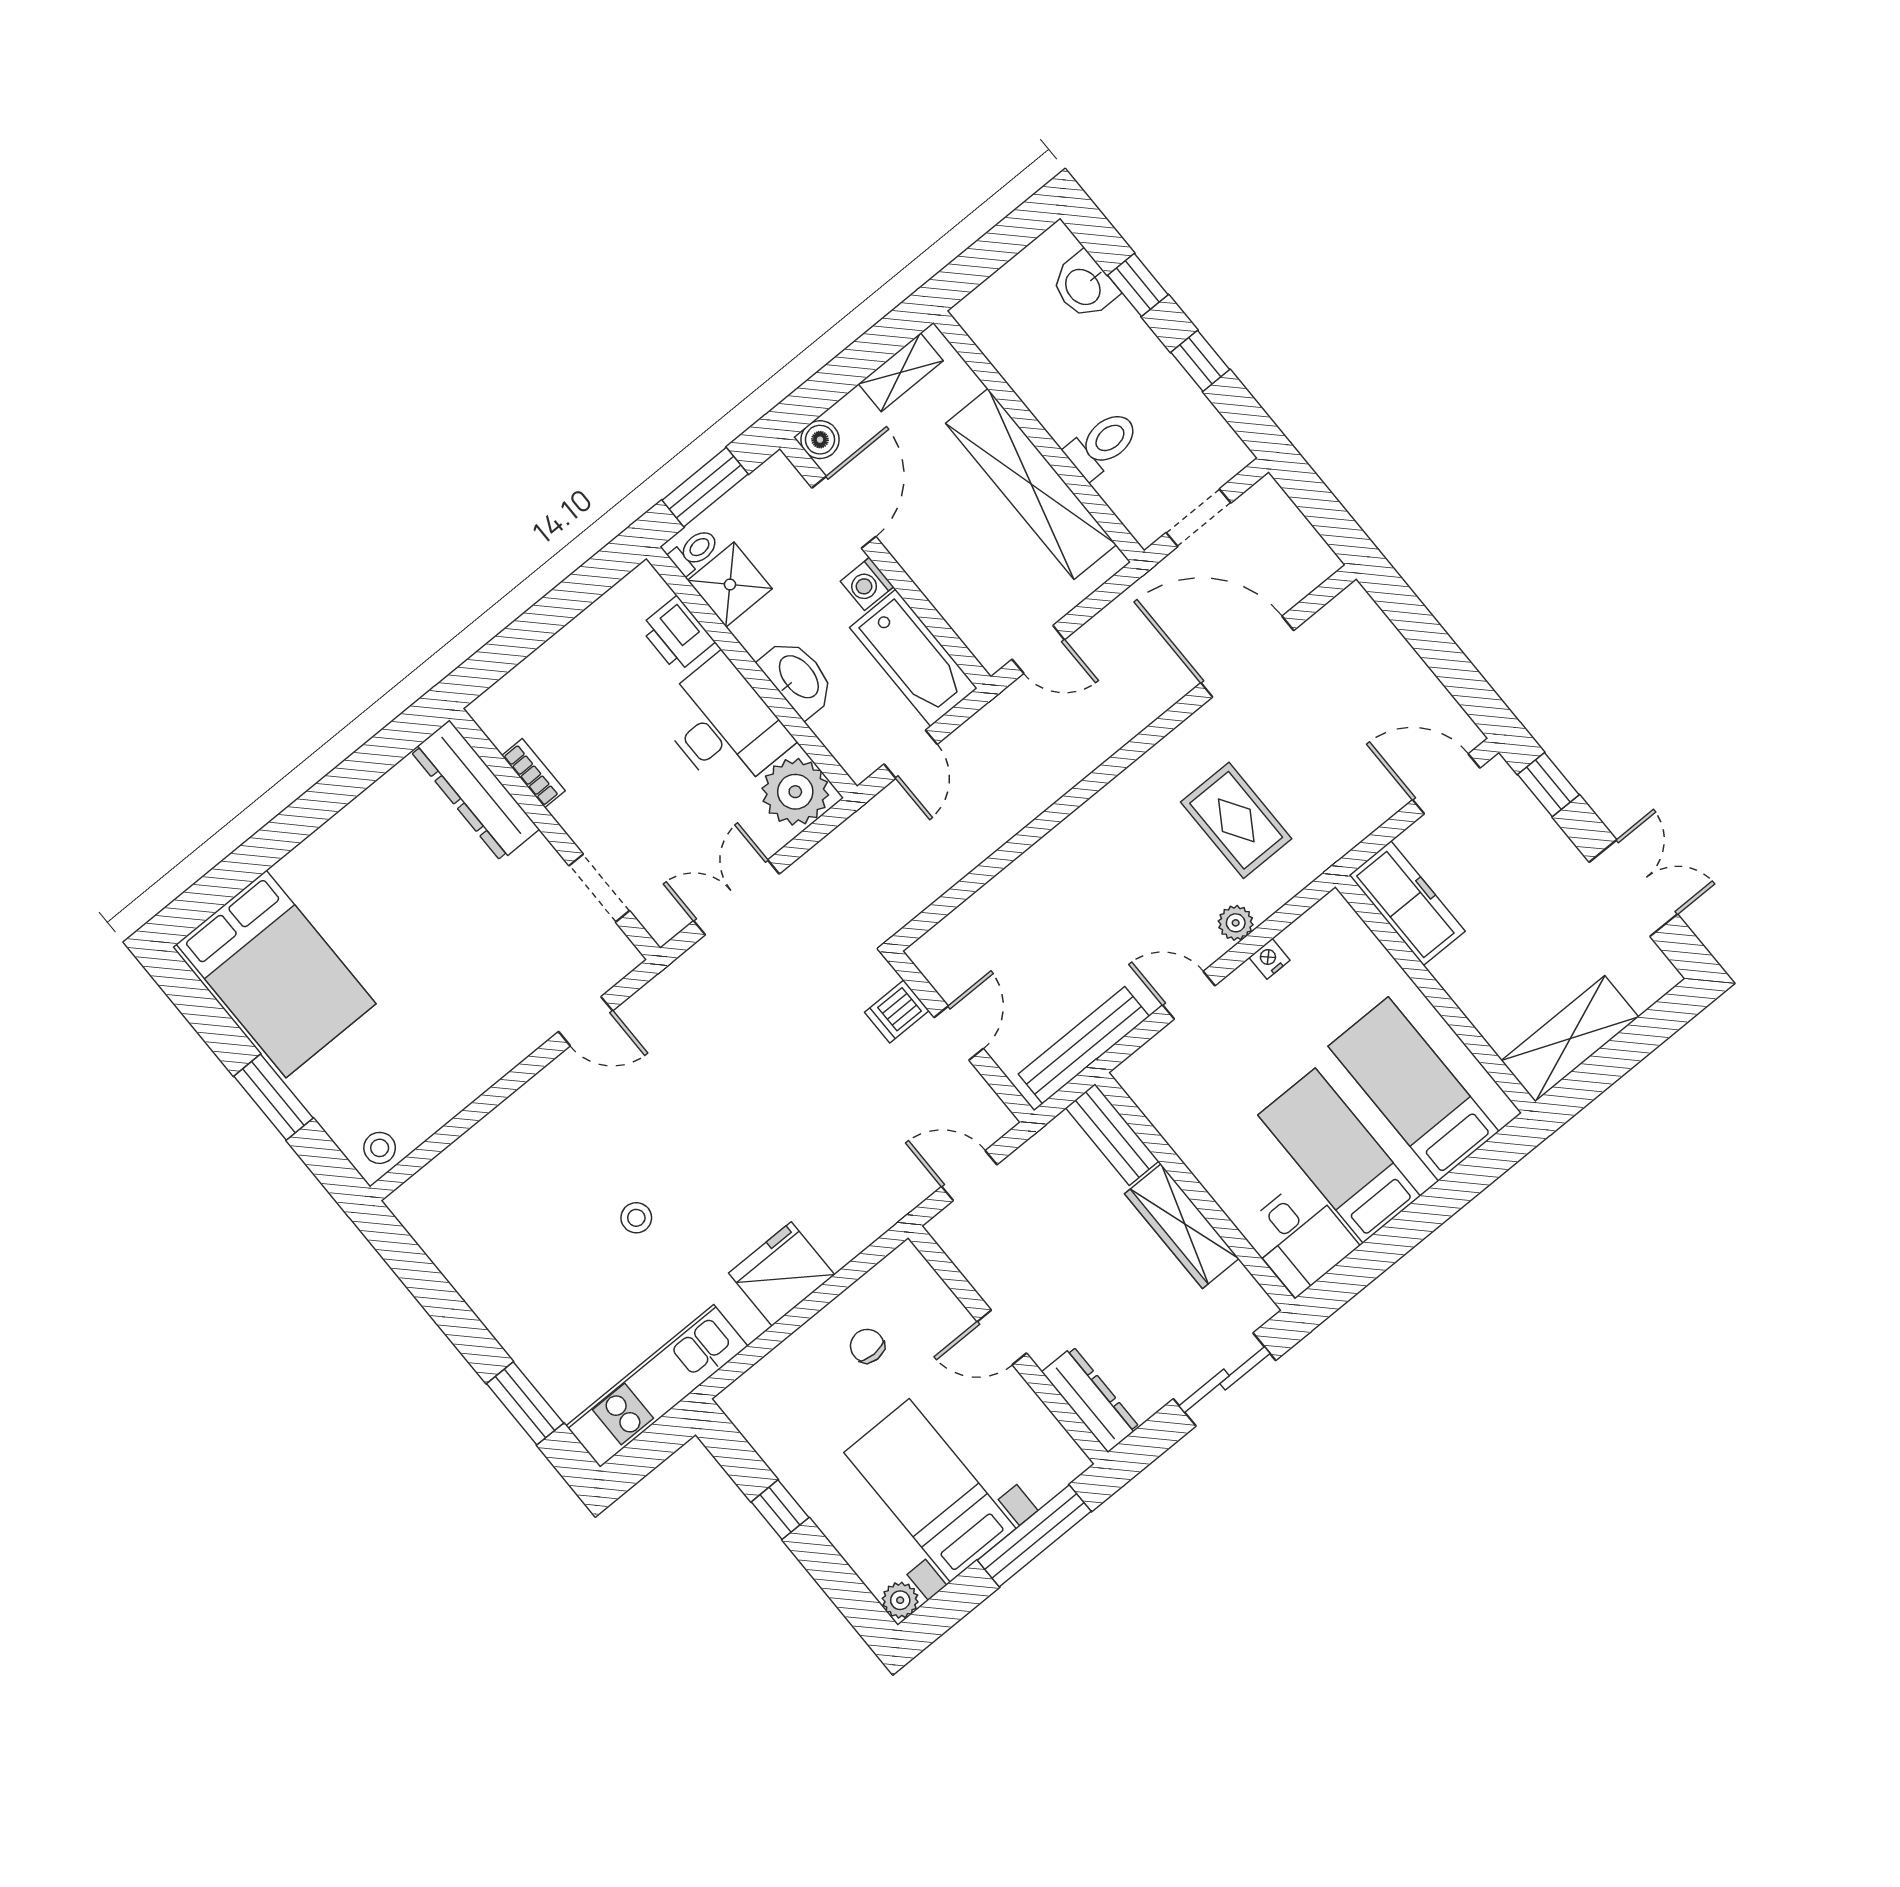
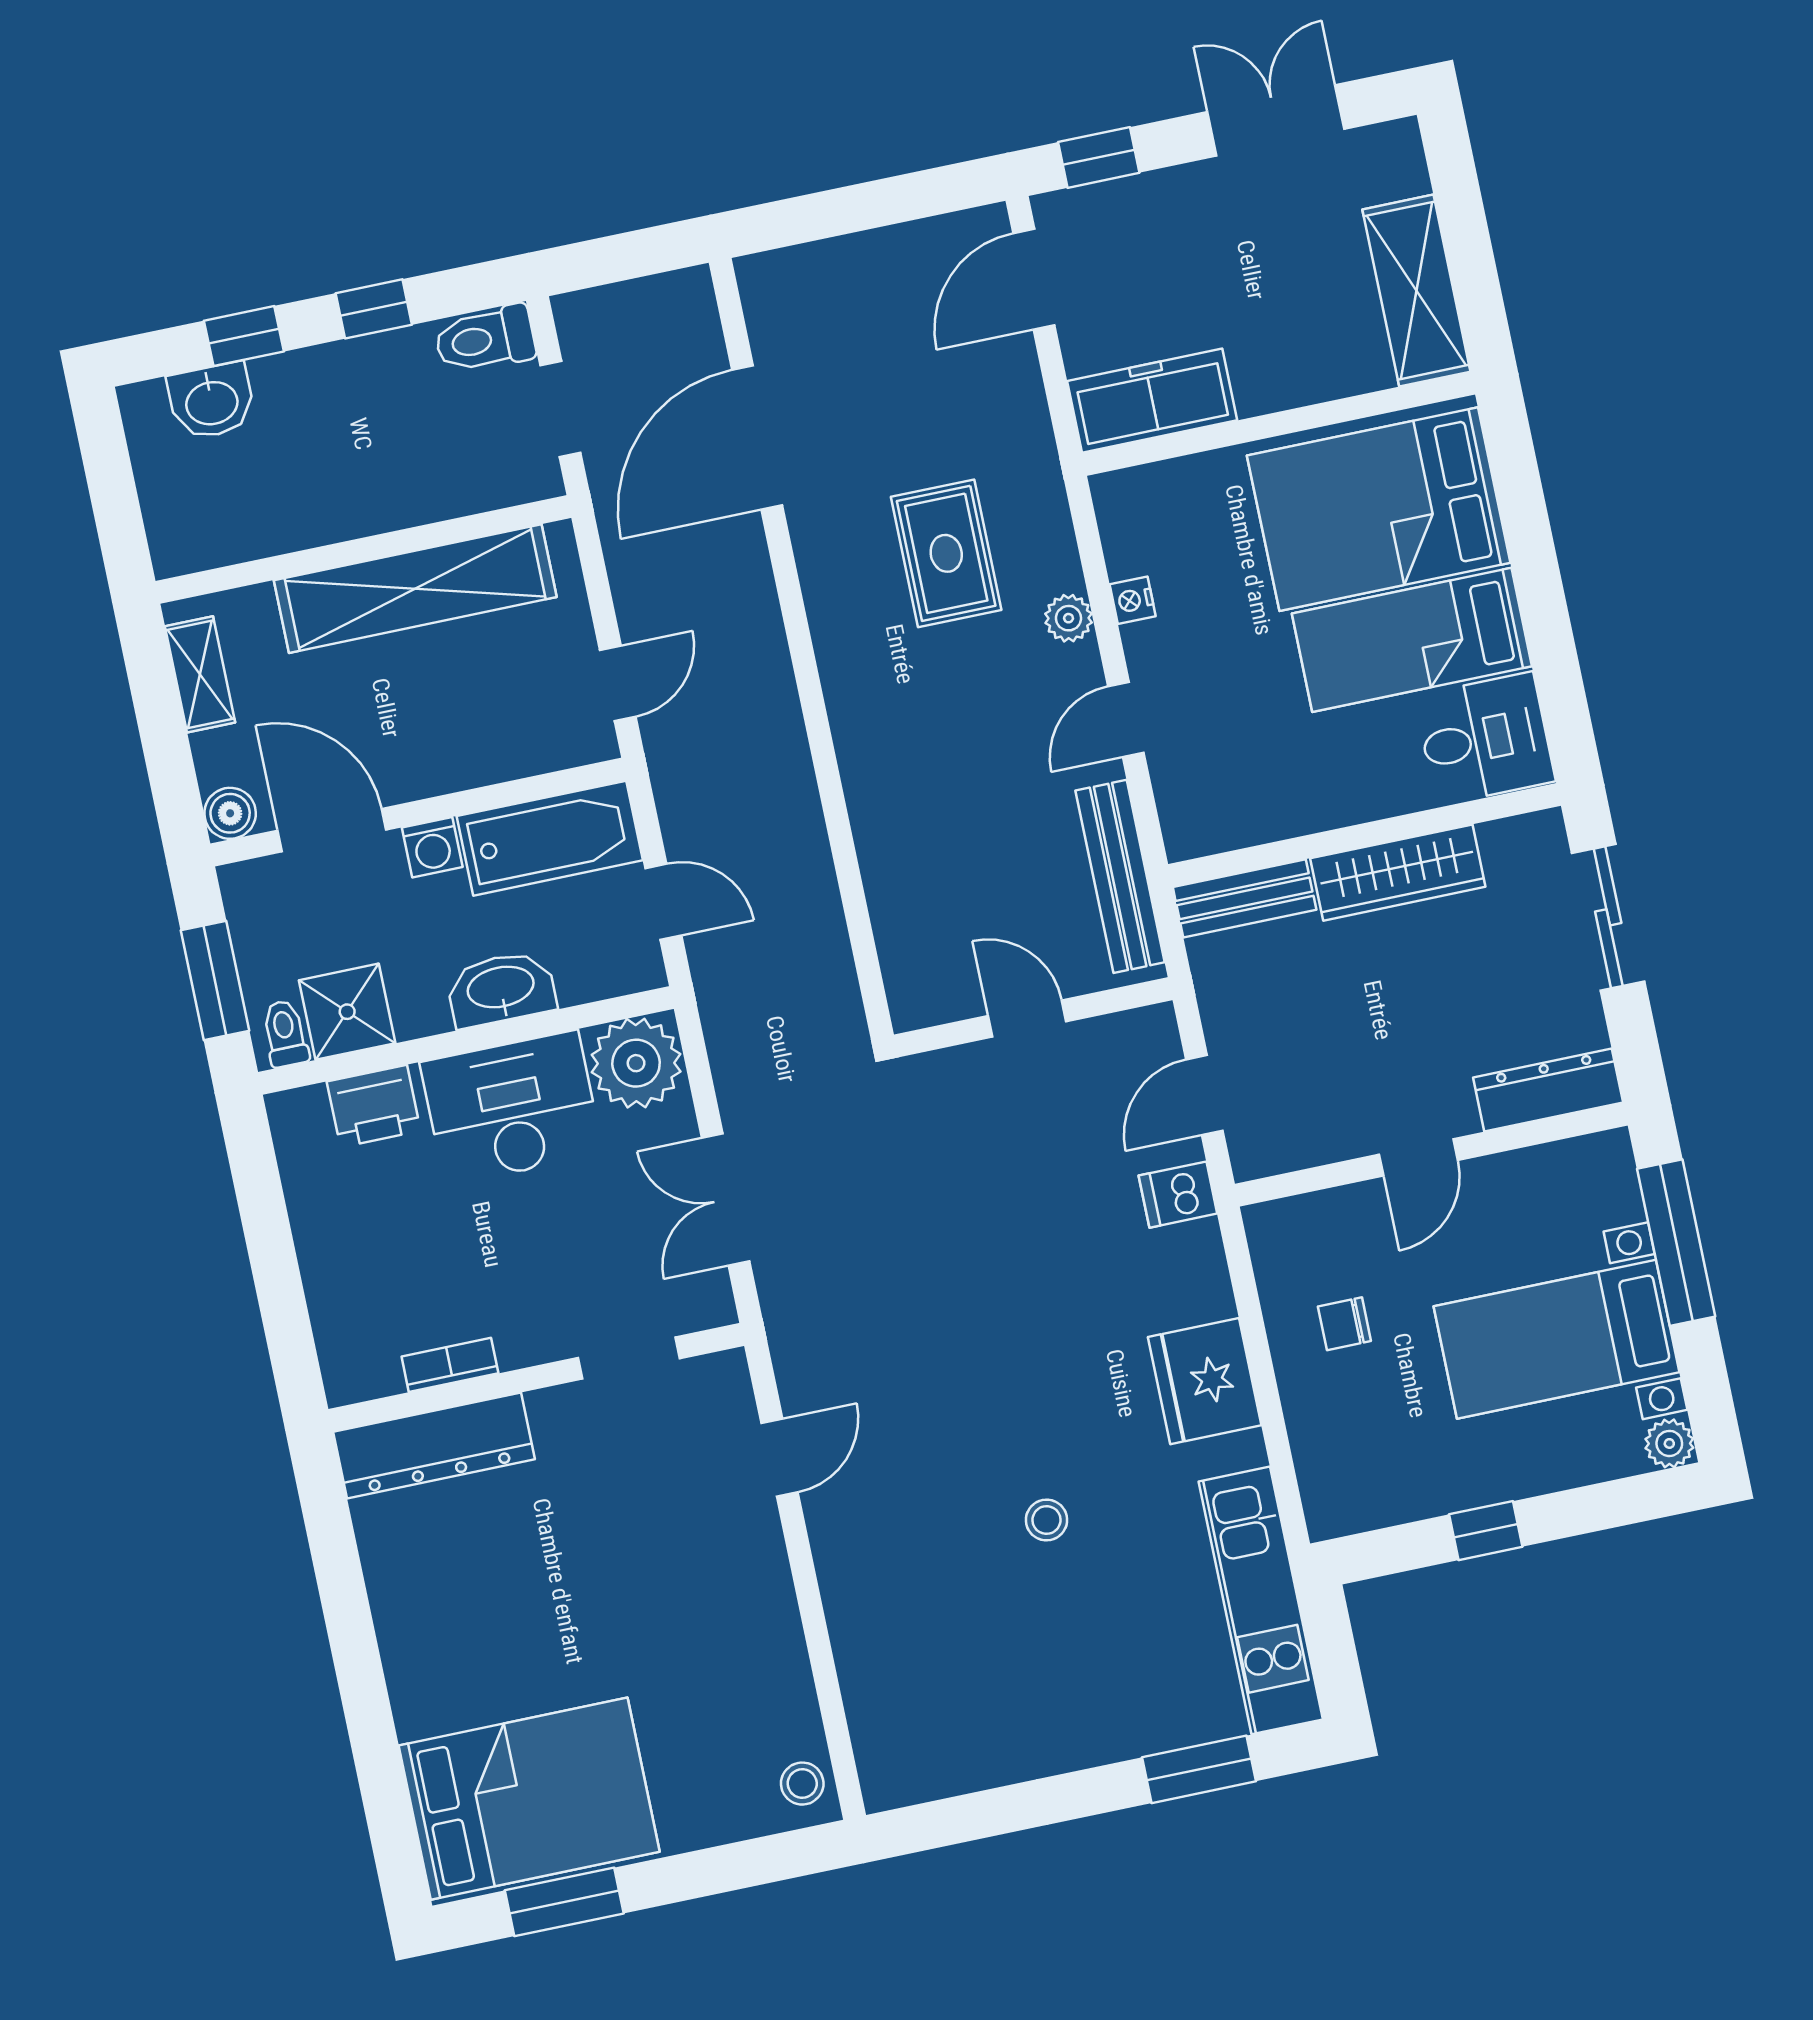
toilet: (1102, 444) -> (485, 339), moved, turned -90
rug: (1236, 820) -> (946, 553), turned 90
dishwasher: (897, 1011) -> (1178, 1195), moved, turned 90
bed: (1414, 1089) -> (1379, 509), width x1.50
window: (273, 1097) -> (564, 1902), moved

